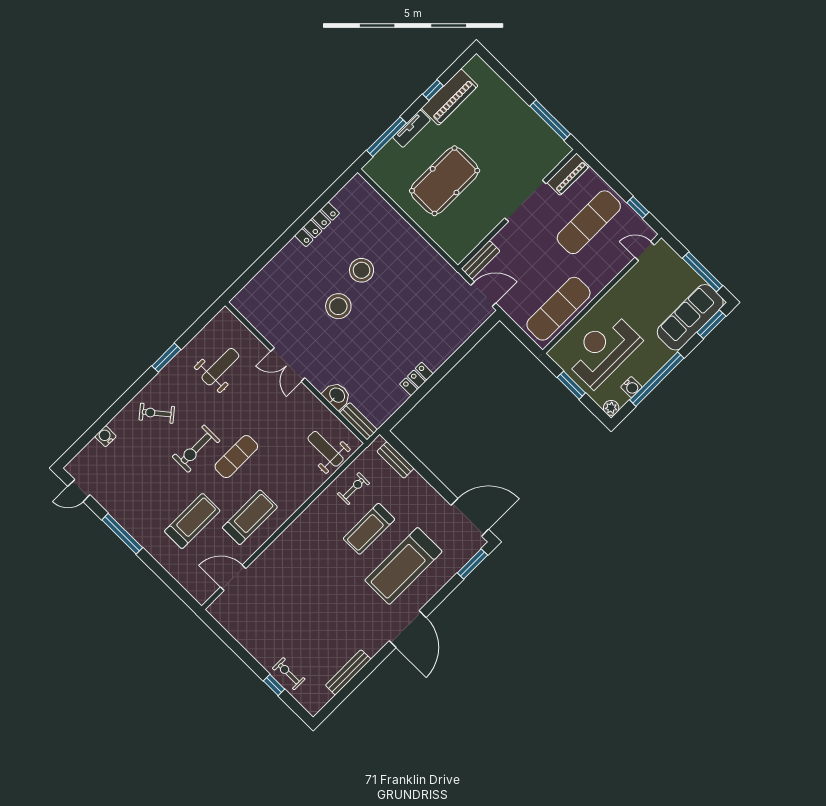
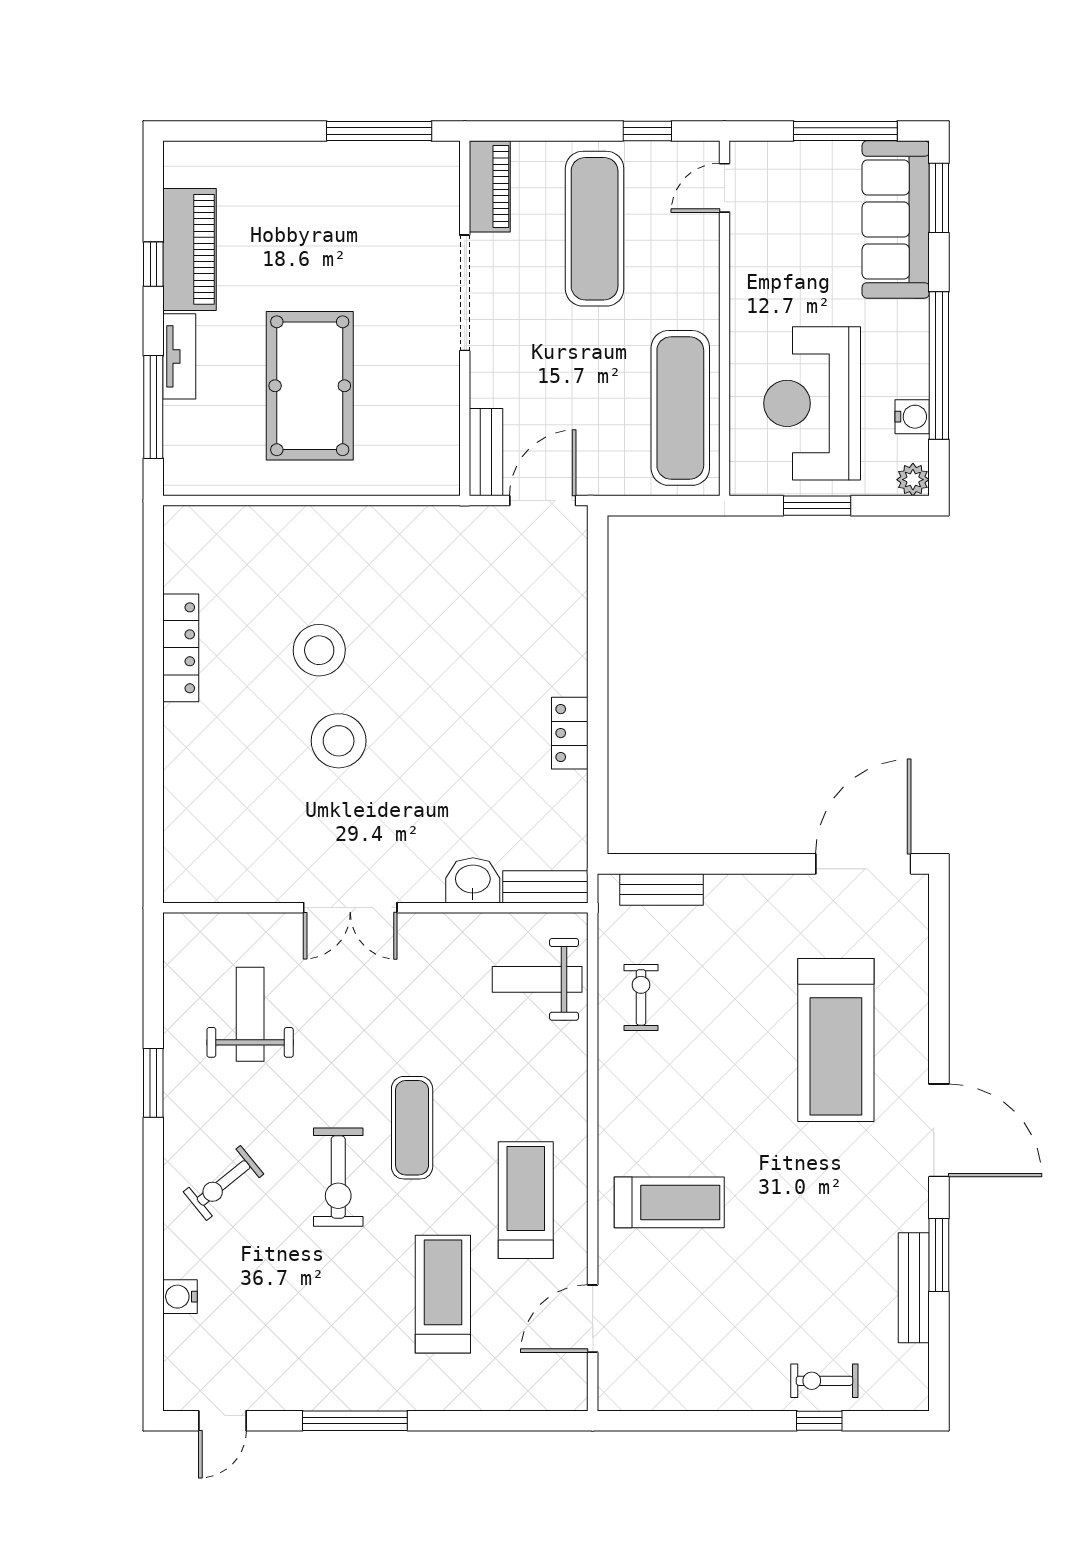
treadmill: (369, 529) -> (669, 1202), moved, turned -90
window: (472, 564) -> (939, 1255), moved

